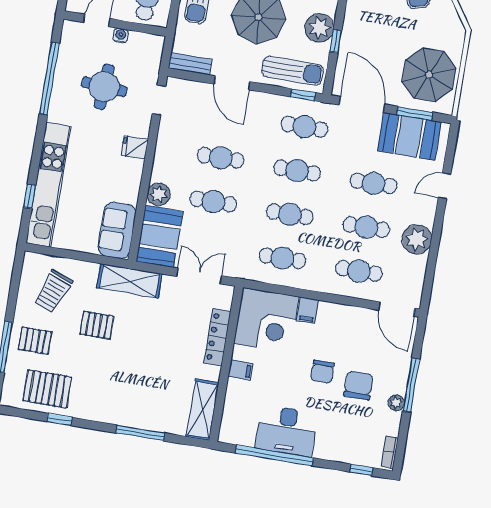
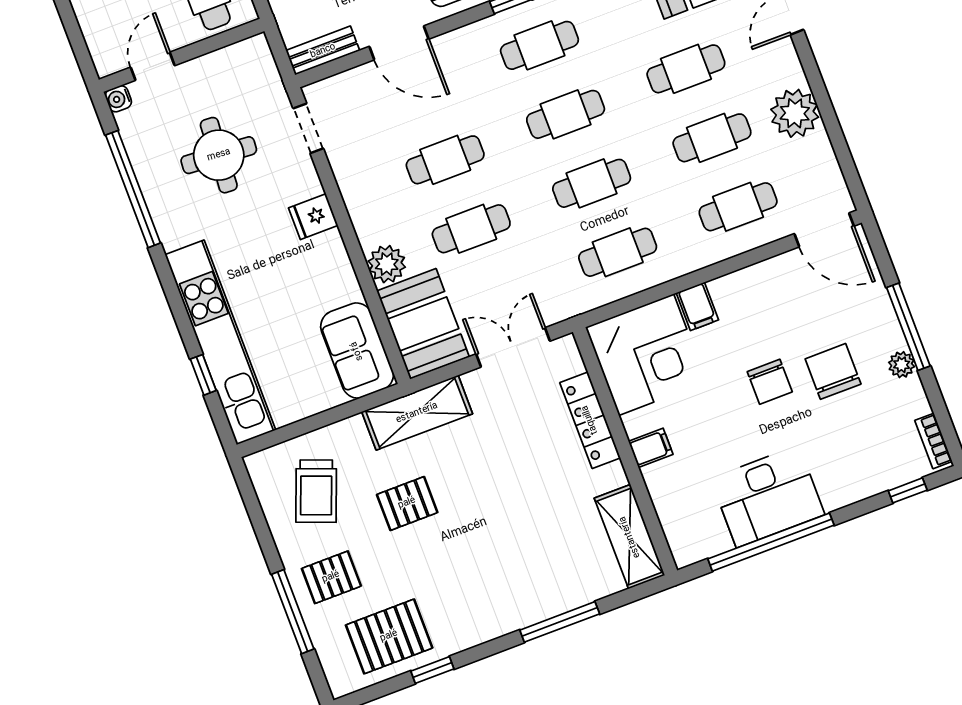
water cooler: (121, 36) -> (118, 99), moved, turned -90

